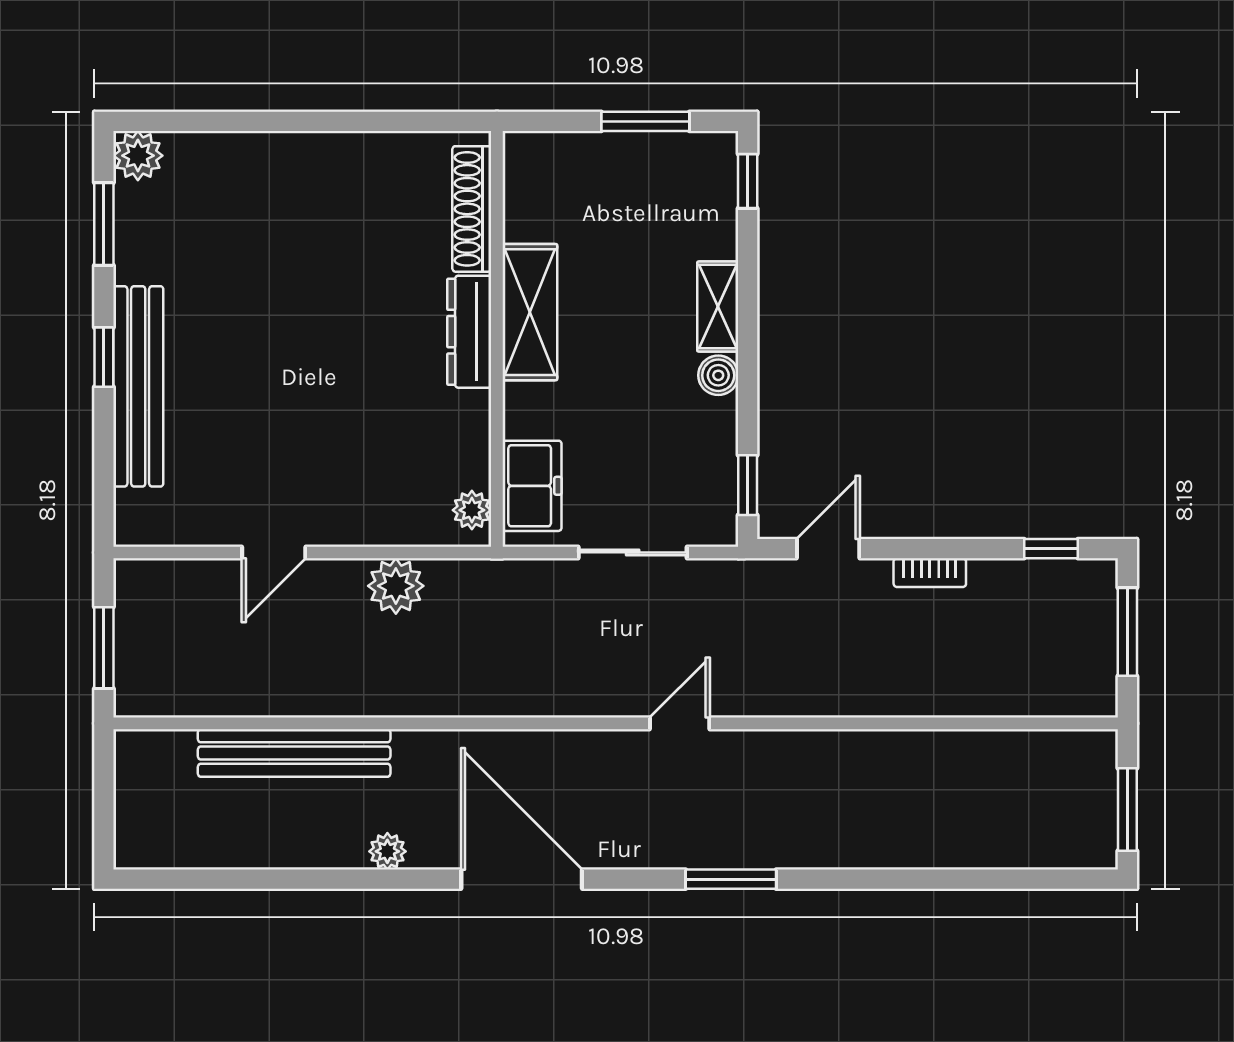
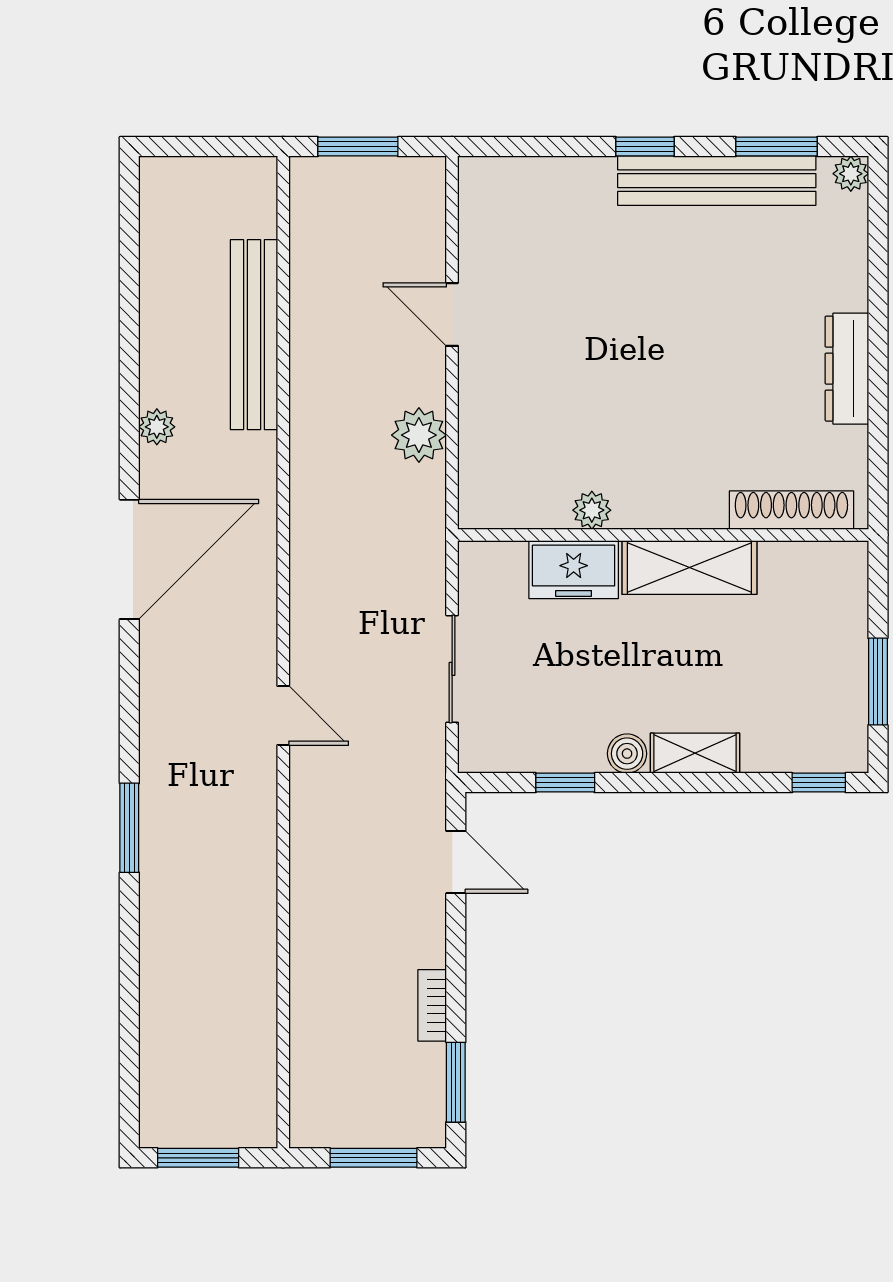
plant: (138, 156) -> (851, 174), width x0.73, depth x0.73
dresser: (469, 332) -> (847, 369), moved, turned -90
bench: (138, 386) -> (717, 181), moved
window: (748, 485) -> (565, 783), moved
freezer: (532, 486) -> (574, 570), moved
plant: (472, 510) -> (592, 510), moved
window: (1051, 549) -> (456, 1082), width x1.50
bookcase: (930, 573) -> (432, 1005), moved
window: (731, 879) -> (129, 828), moved

